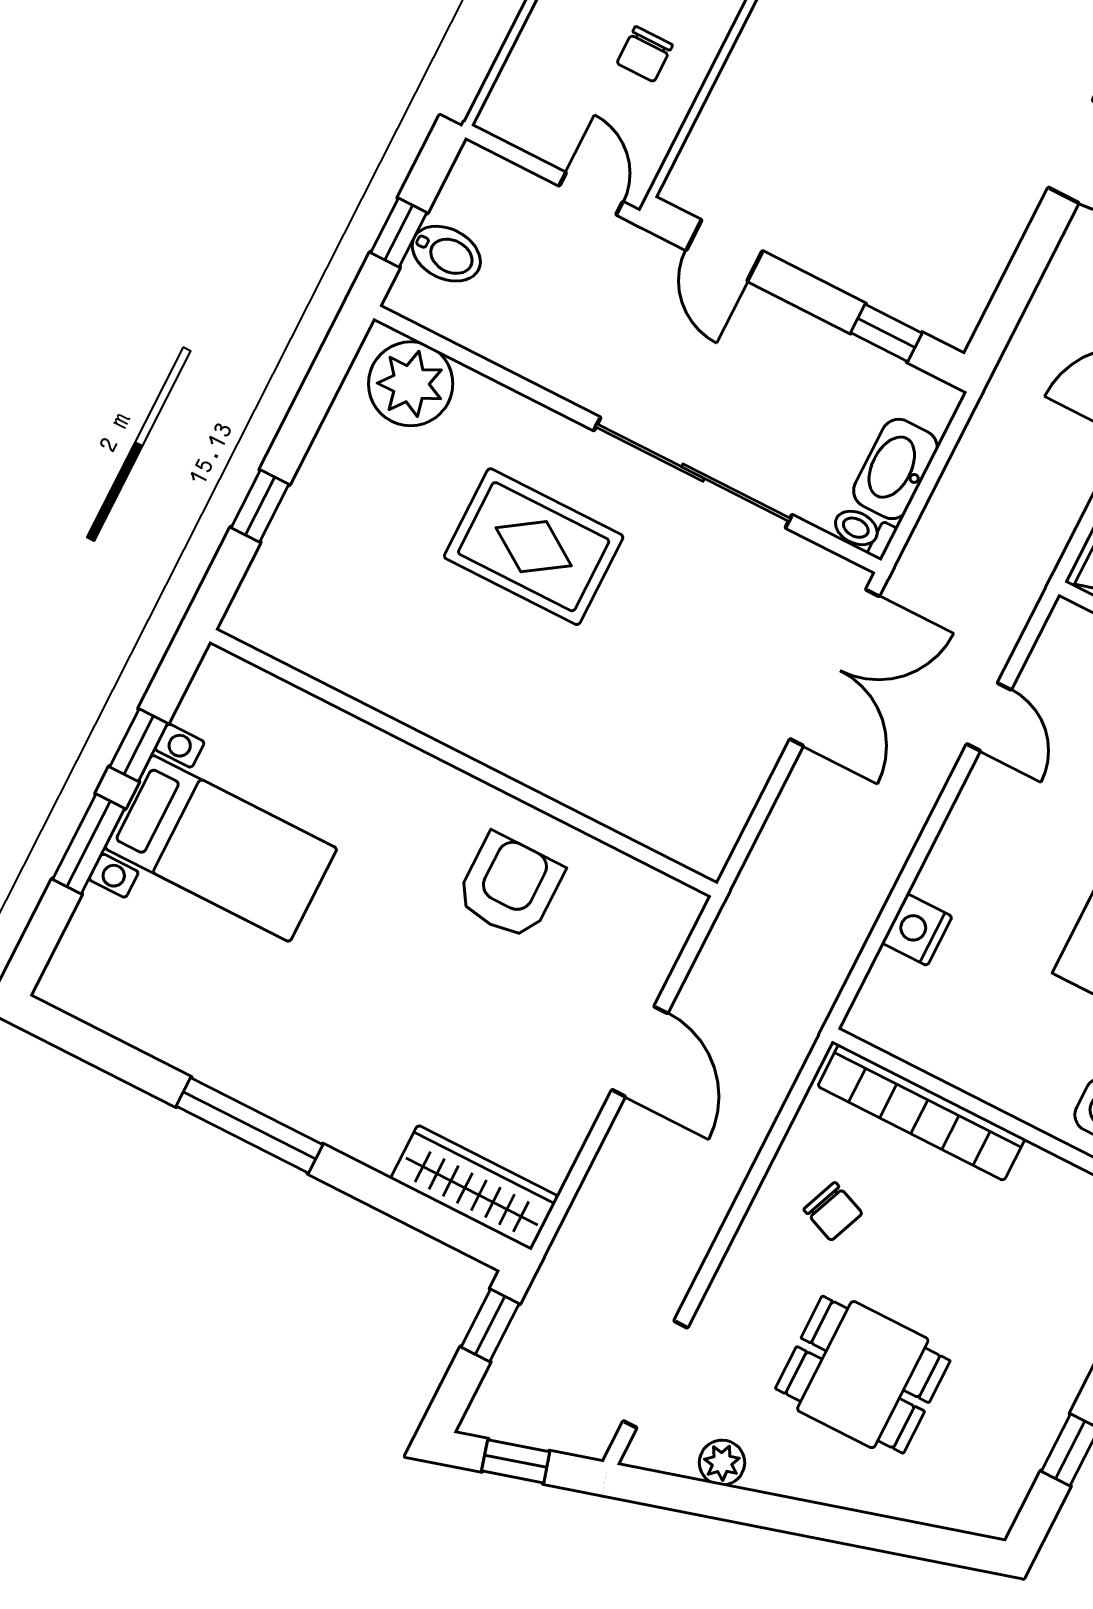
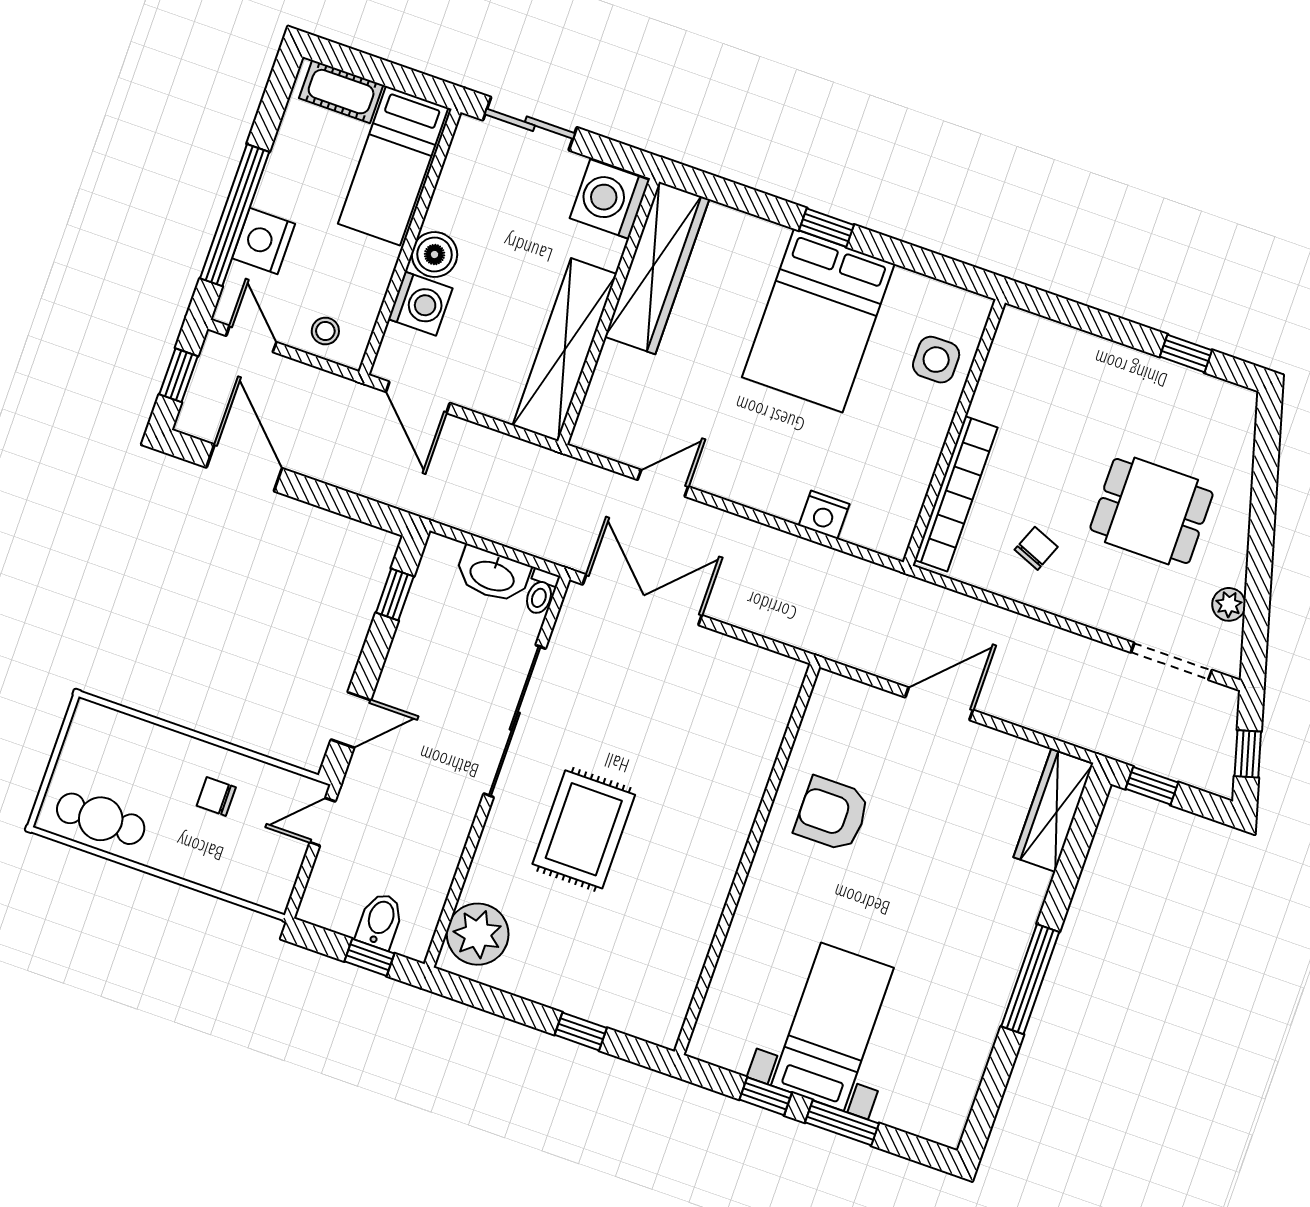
chair: (645, 54) -> (216, 797), turned 180
dining table: (863, 1375) -> (1151, 511), turned 90

